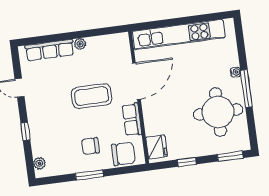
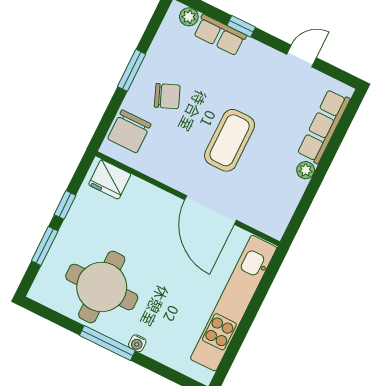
row of seats: (132, 120) -> (220, 35), moved, turned 180
chair: (90, 146) -> (167, 96), turned 68
window: (230, 156) -> (45, 246), moved

